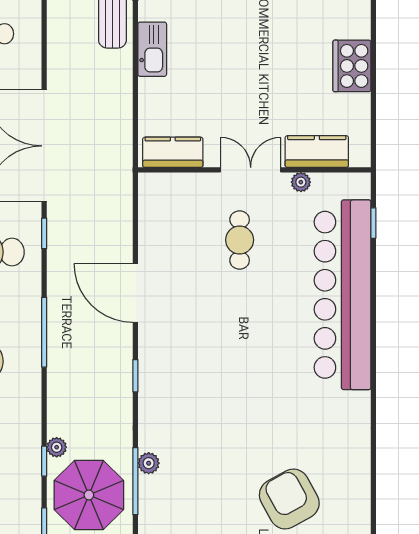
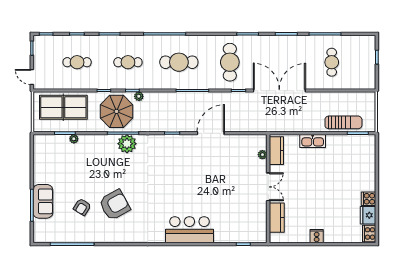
kitchen sink: (152, 49) -> (313, 141), moved
cooker: (352, 66) -> (317, 236), width x0.53, depth x0.76
plant: (301, 182) -> (262, 155), moved
cafe table: (240, 240) -> (235, 182), removed
bar counter: (343, 295) -> (189, 230), width x0.54
plant: (149, 463) -> (127, 144), width x1.87, depth x1.87

